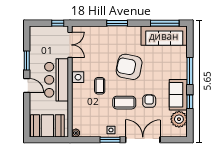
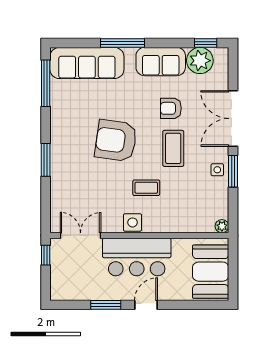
sofa: (164, 36) -> (87, 63), moved, turned 90
armchair: (129, 67) -> (116, 141), turned 87
window: (190, 102) -> (206, 43), moved

